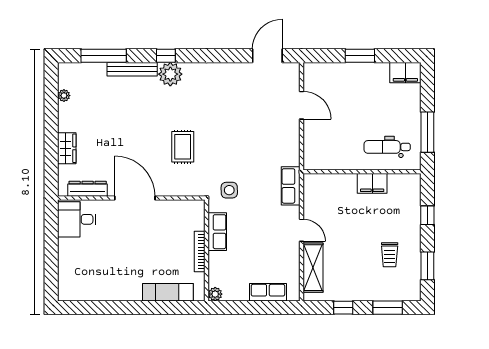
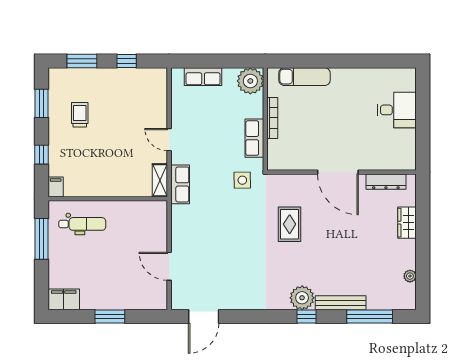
filing cabinet: (372, 183) -> (56, 187), moved, width x0.50
desk: (77, 219) -> (397, 110), moved
shelving: (313, 268) -> (160, 180), moved, width x0.67, depth x0.75
plant: (215, 294) -> (250, 81), width x1.88, depth x1.88

